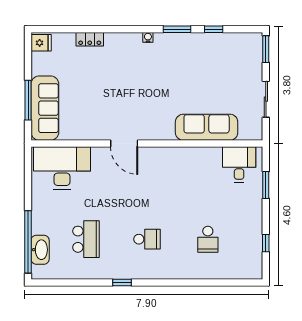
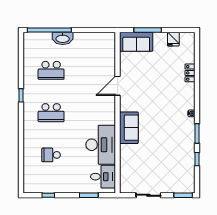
fridge: (41, 43) -> (173, 39), moved
sofa: (45, 108) -> (136, 42), width x0.73
sofa: (207, 127) -> (129, 128), moved, width x0.73
door: (124, 144) -> (118, 86), moved
desk: (62, 168) -> (101, 145), moved
school desk: (147, 239) -> (51, 113), width x1.85
washbasin: (40, 250) -> (63, 38), moved

